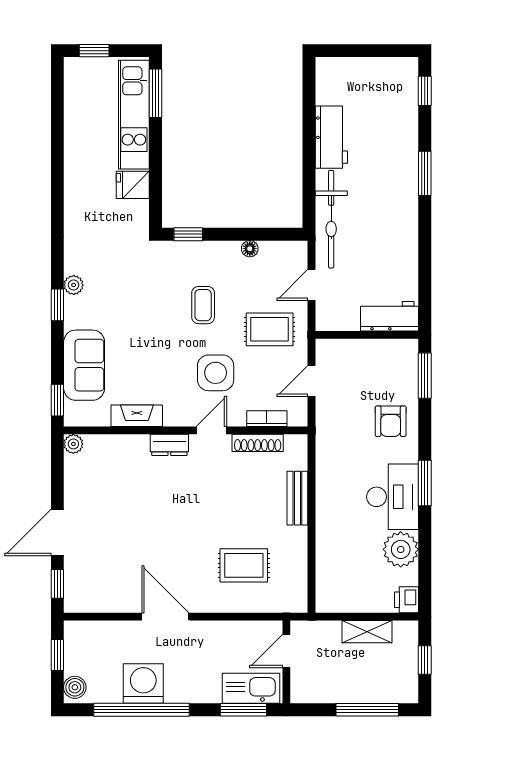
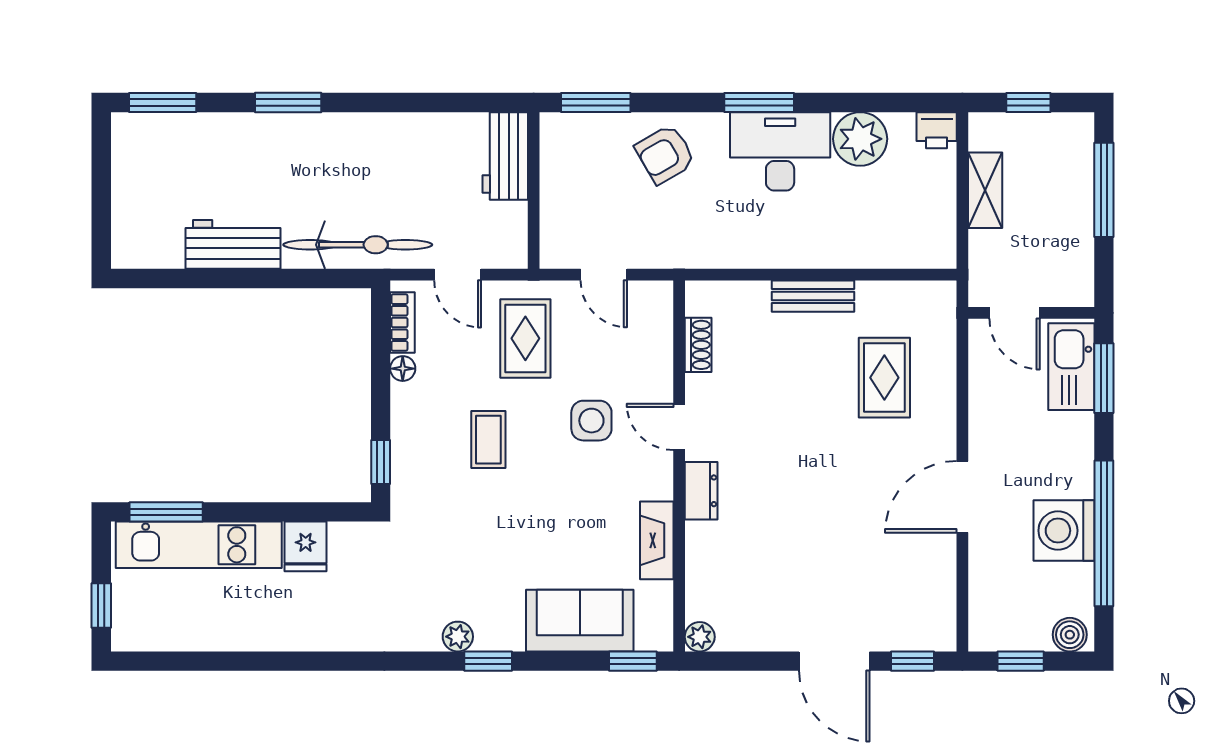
window: (425, 91) -> (163, 102), width x1.50
coffee table: (203, 305) -> (488, 440), turned 90
side table: (216, 373) -> (591, 421), width x0.73, depth x0.73
bookcase: (267, 419) -> (402, 323), moved, turned 180
armchair: (391, 421) -> (665, 154), turned 150
shoe rack: (258, 443) -> (698, 345), width x0.70
bench: (297, 498) -> (813, 296), moved

